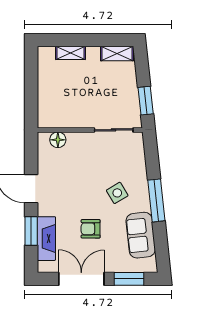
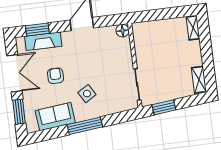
shelving: (71, 53) -> (193, 28), moved
floor lamp: (58, 140) -> (123, 31), moved
window: (31, 231) -> (37, 29), moved

